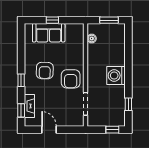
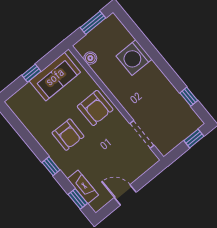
sofa: (49, 33) -> (55, 77), moved
washing machine: (116, 75) -> (134, 58), moved
armchair: (71, 79) -> (95, 108), moved

